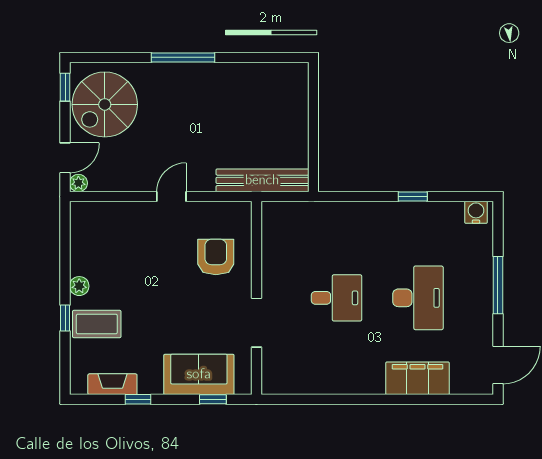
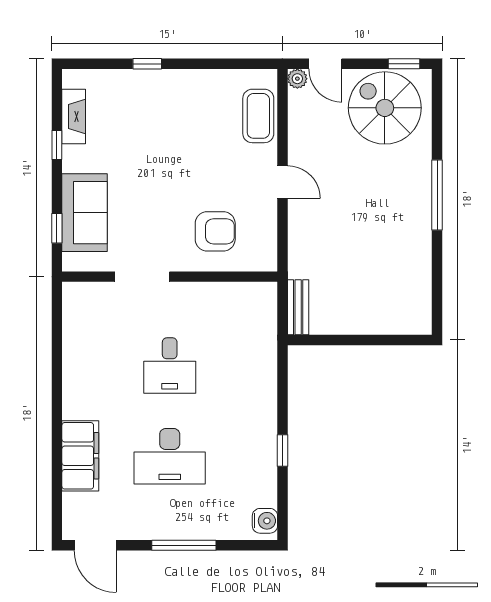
bench: (262, 180) -> (298, 307), width x0.54, depth x0.82
plant: (79, 286) -> (183, 80), removed
coffee table: (97, 324) -> (258, 116), moved

